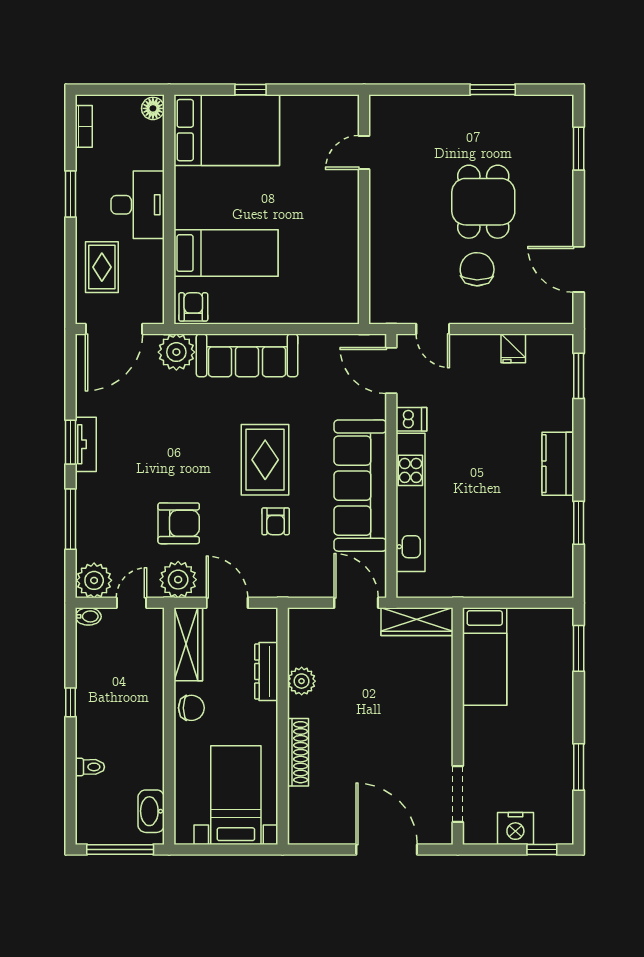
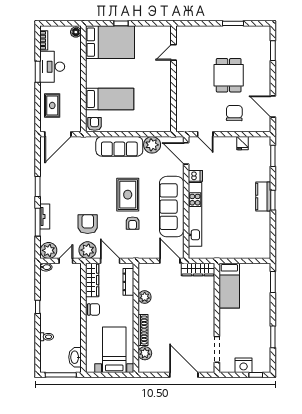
desk: (138, 205) -> (52, 67), moved, turned 180
chair: (477, 269) -> (234, 113), moved
plant: (176, 352) -> (152, 145), moved
tv unit: (86, 444) -> (45, 216), moved
armchair: (179, 523) -> (88, 224), turned -90
window: (579, 523) -> (273, 200), moved
dresser: (266, 672) -> (128, 282), moved
plant: (302, 803) -> (145, 353), added

